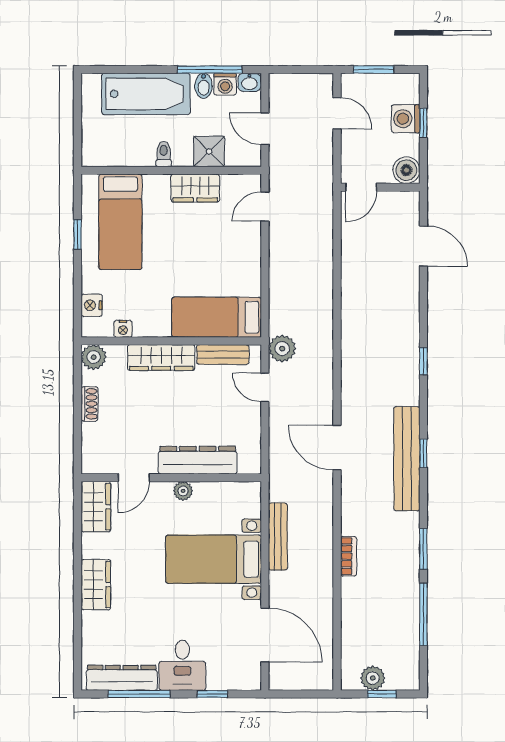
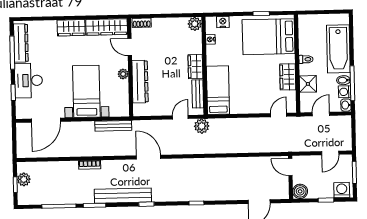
washing machine: (406, 119) -> (342, 190), moved
door: (265, 207) -> (279, 115), hinge flipped
bed: (120, 222) -> (269, 37), width x1.50
wardrobe: (161, 357) -> (195, 67), width x0.67
shoe rack: (90, 404) -> (142, 23), moved
door: (337, 448) -> (149, 157), hinge flipped
bench: (407, 459) -> (123, 196), moved
wardrobe: (96, 507) -> (107, 27), width x1.50
bench: (278, 537) -> (113, 126), moved
desk: (182, 665) -> (28, 81), width x1.37

